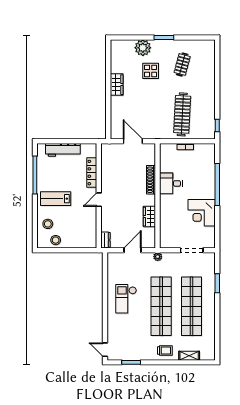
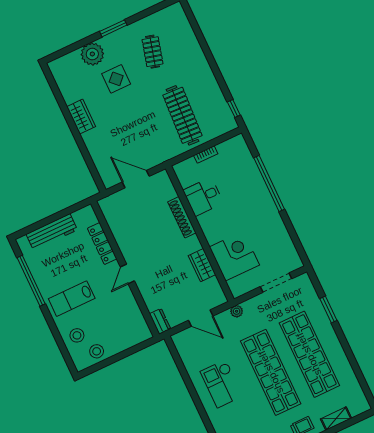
desk: (171, 183) -> (203, 197), moved
corner desk: (202, 213) -> (234, 256), moved, turned 180
door: (133, 250) -> (201, 318), swing flipped

